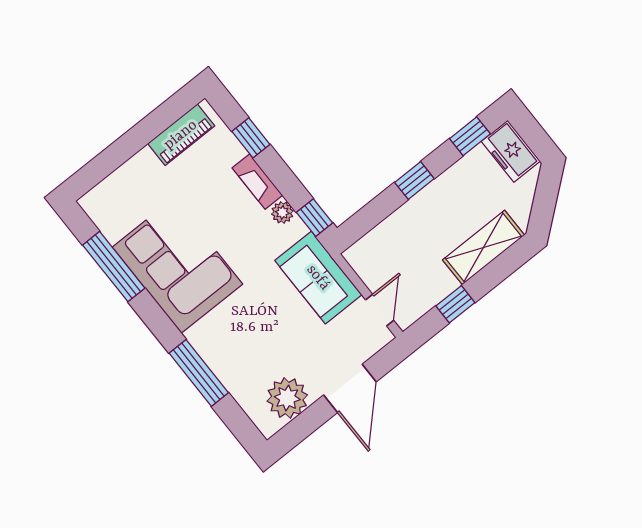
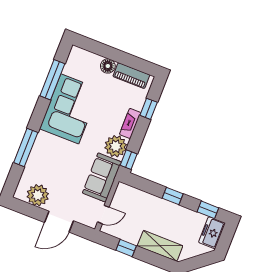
floor lamp: (144, 164) -> (108, 66), added
plant: (282, 212) -> (116, 146), width x1.88, depth x1.88

